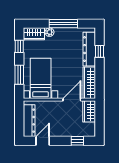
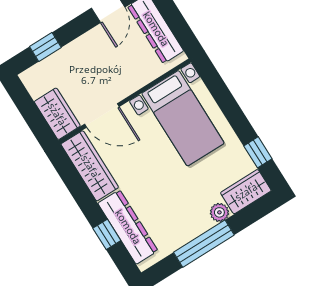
window: (19, 75) -> (226, 101), removed
door: (72, 100) -> (102, 115), hinge flipped

